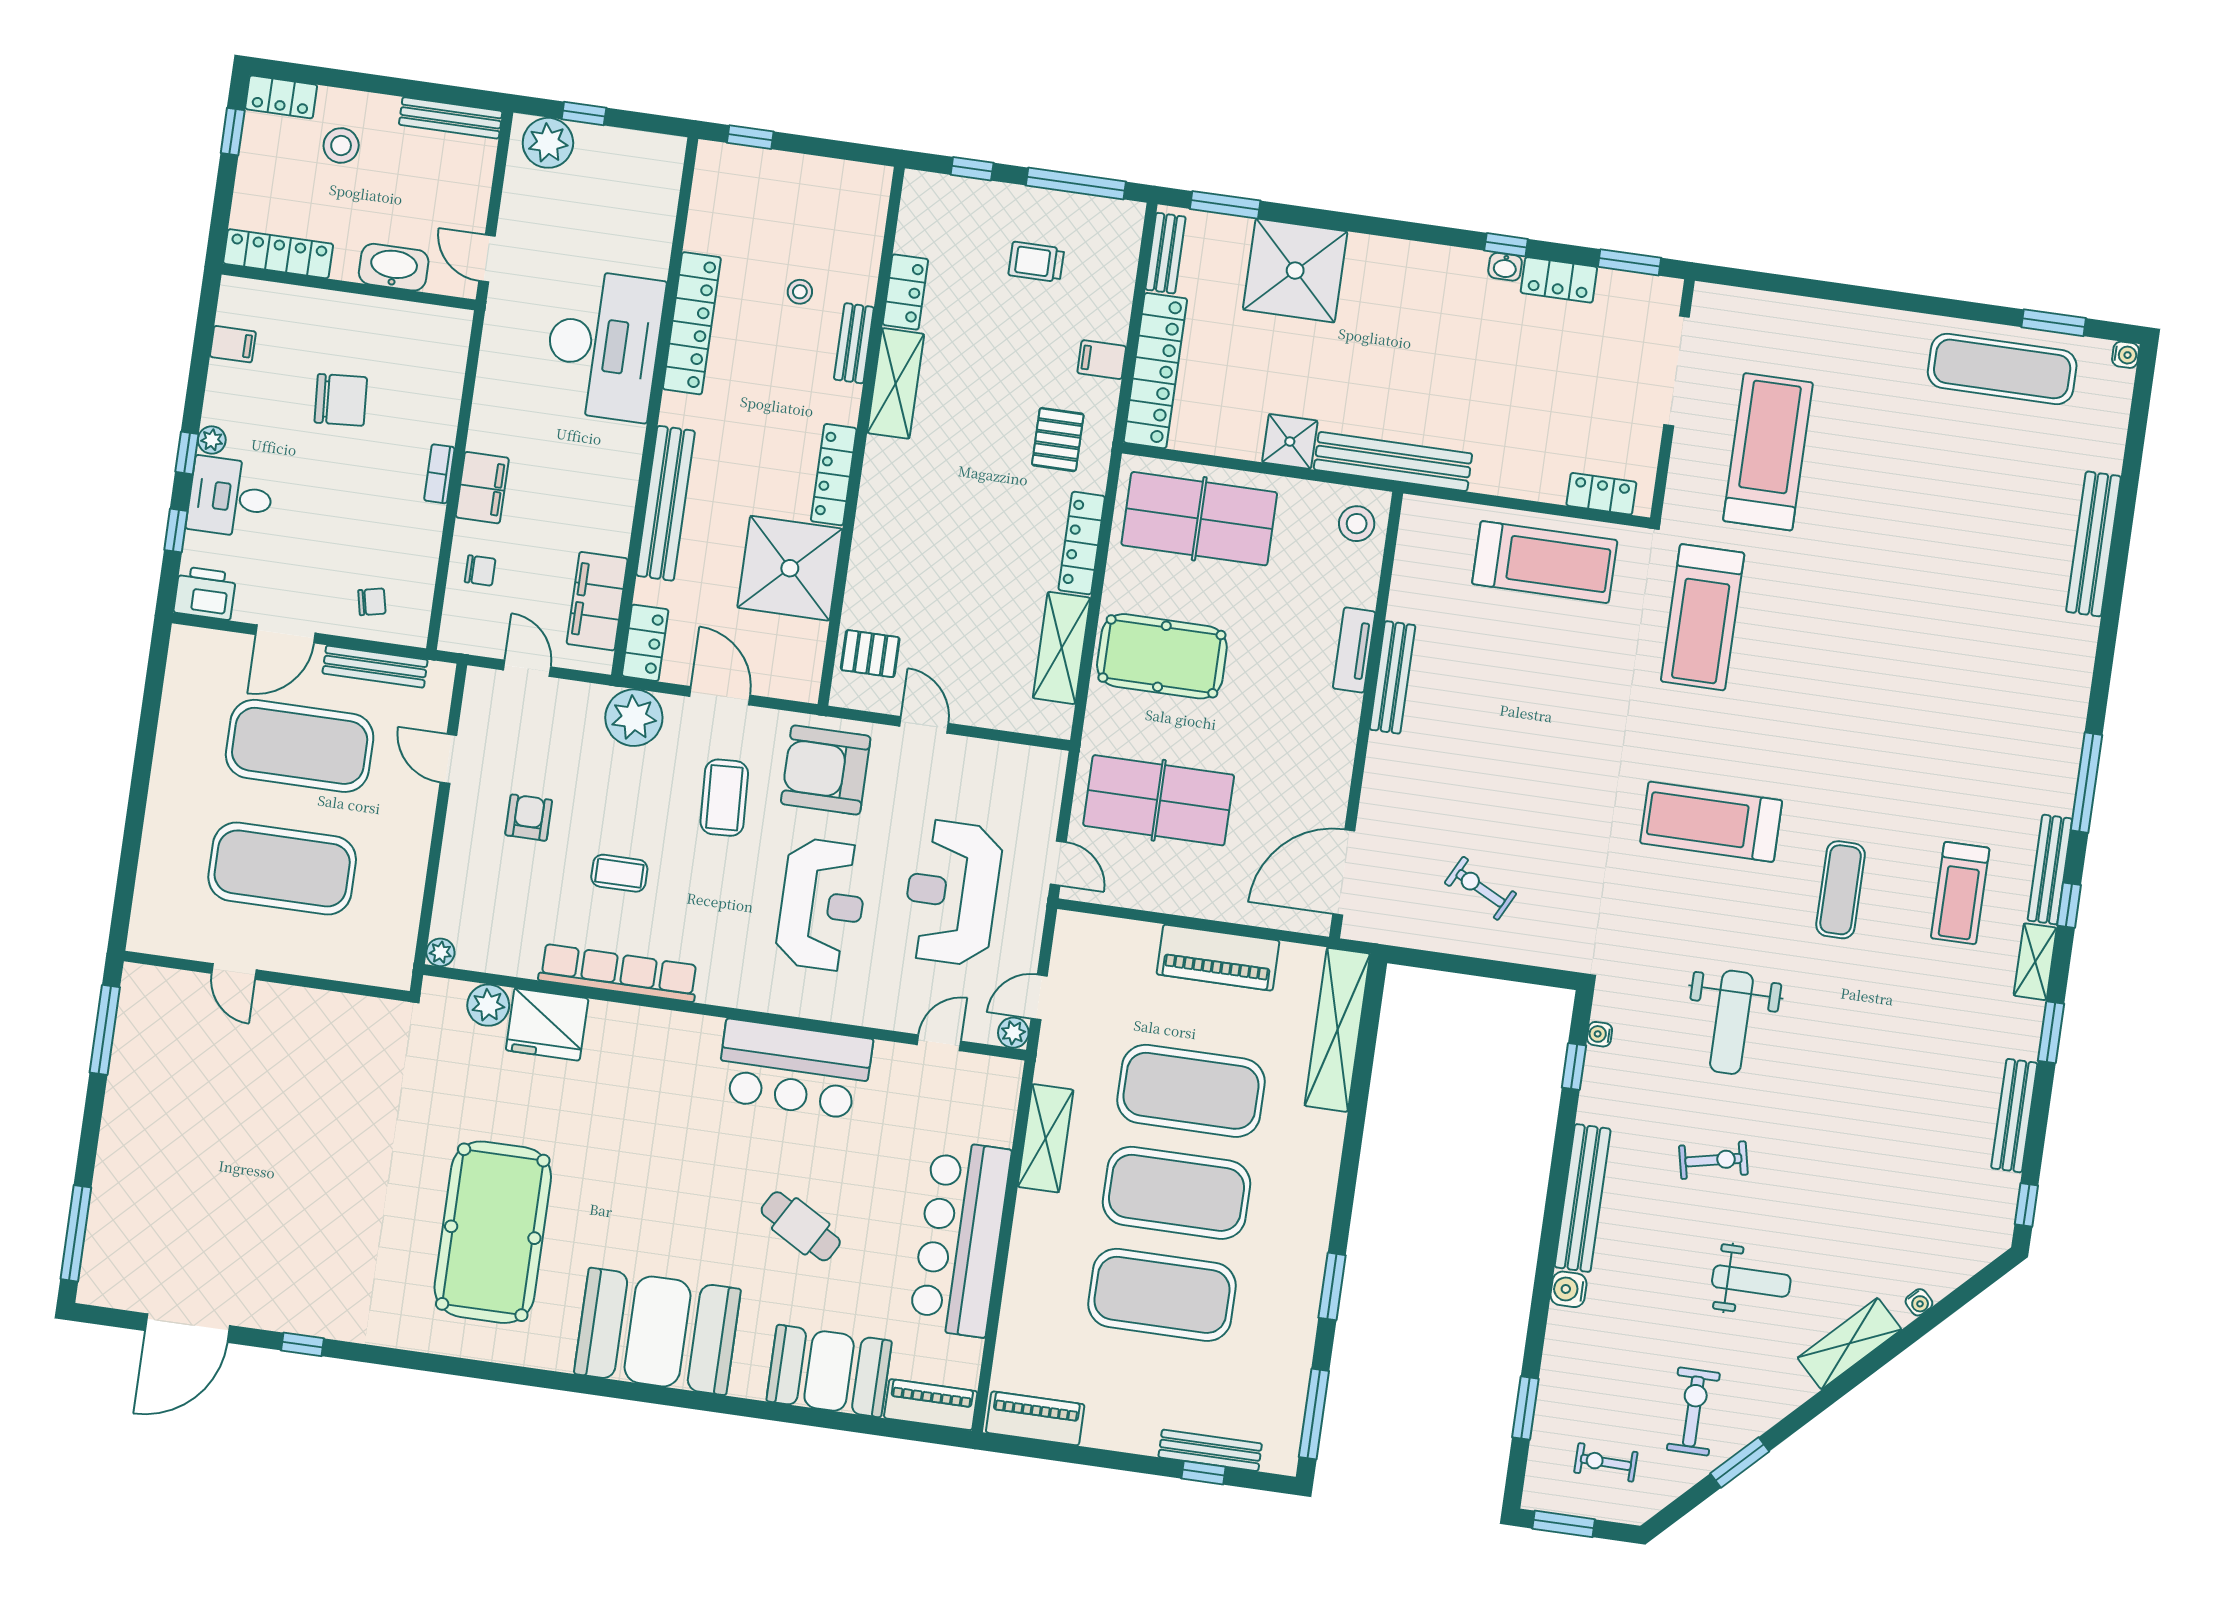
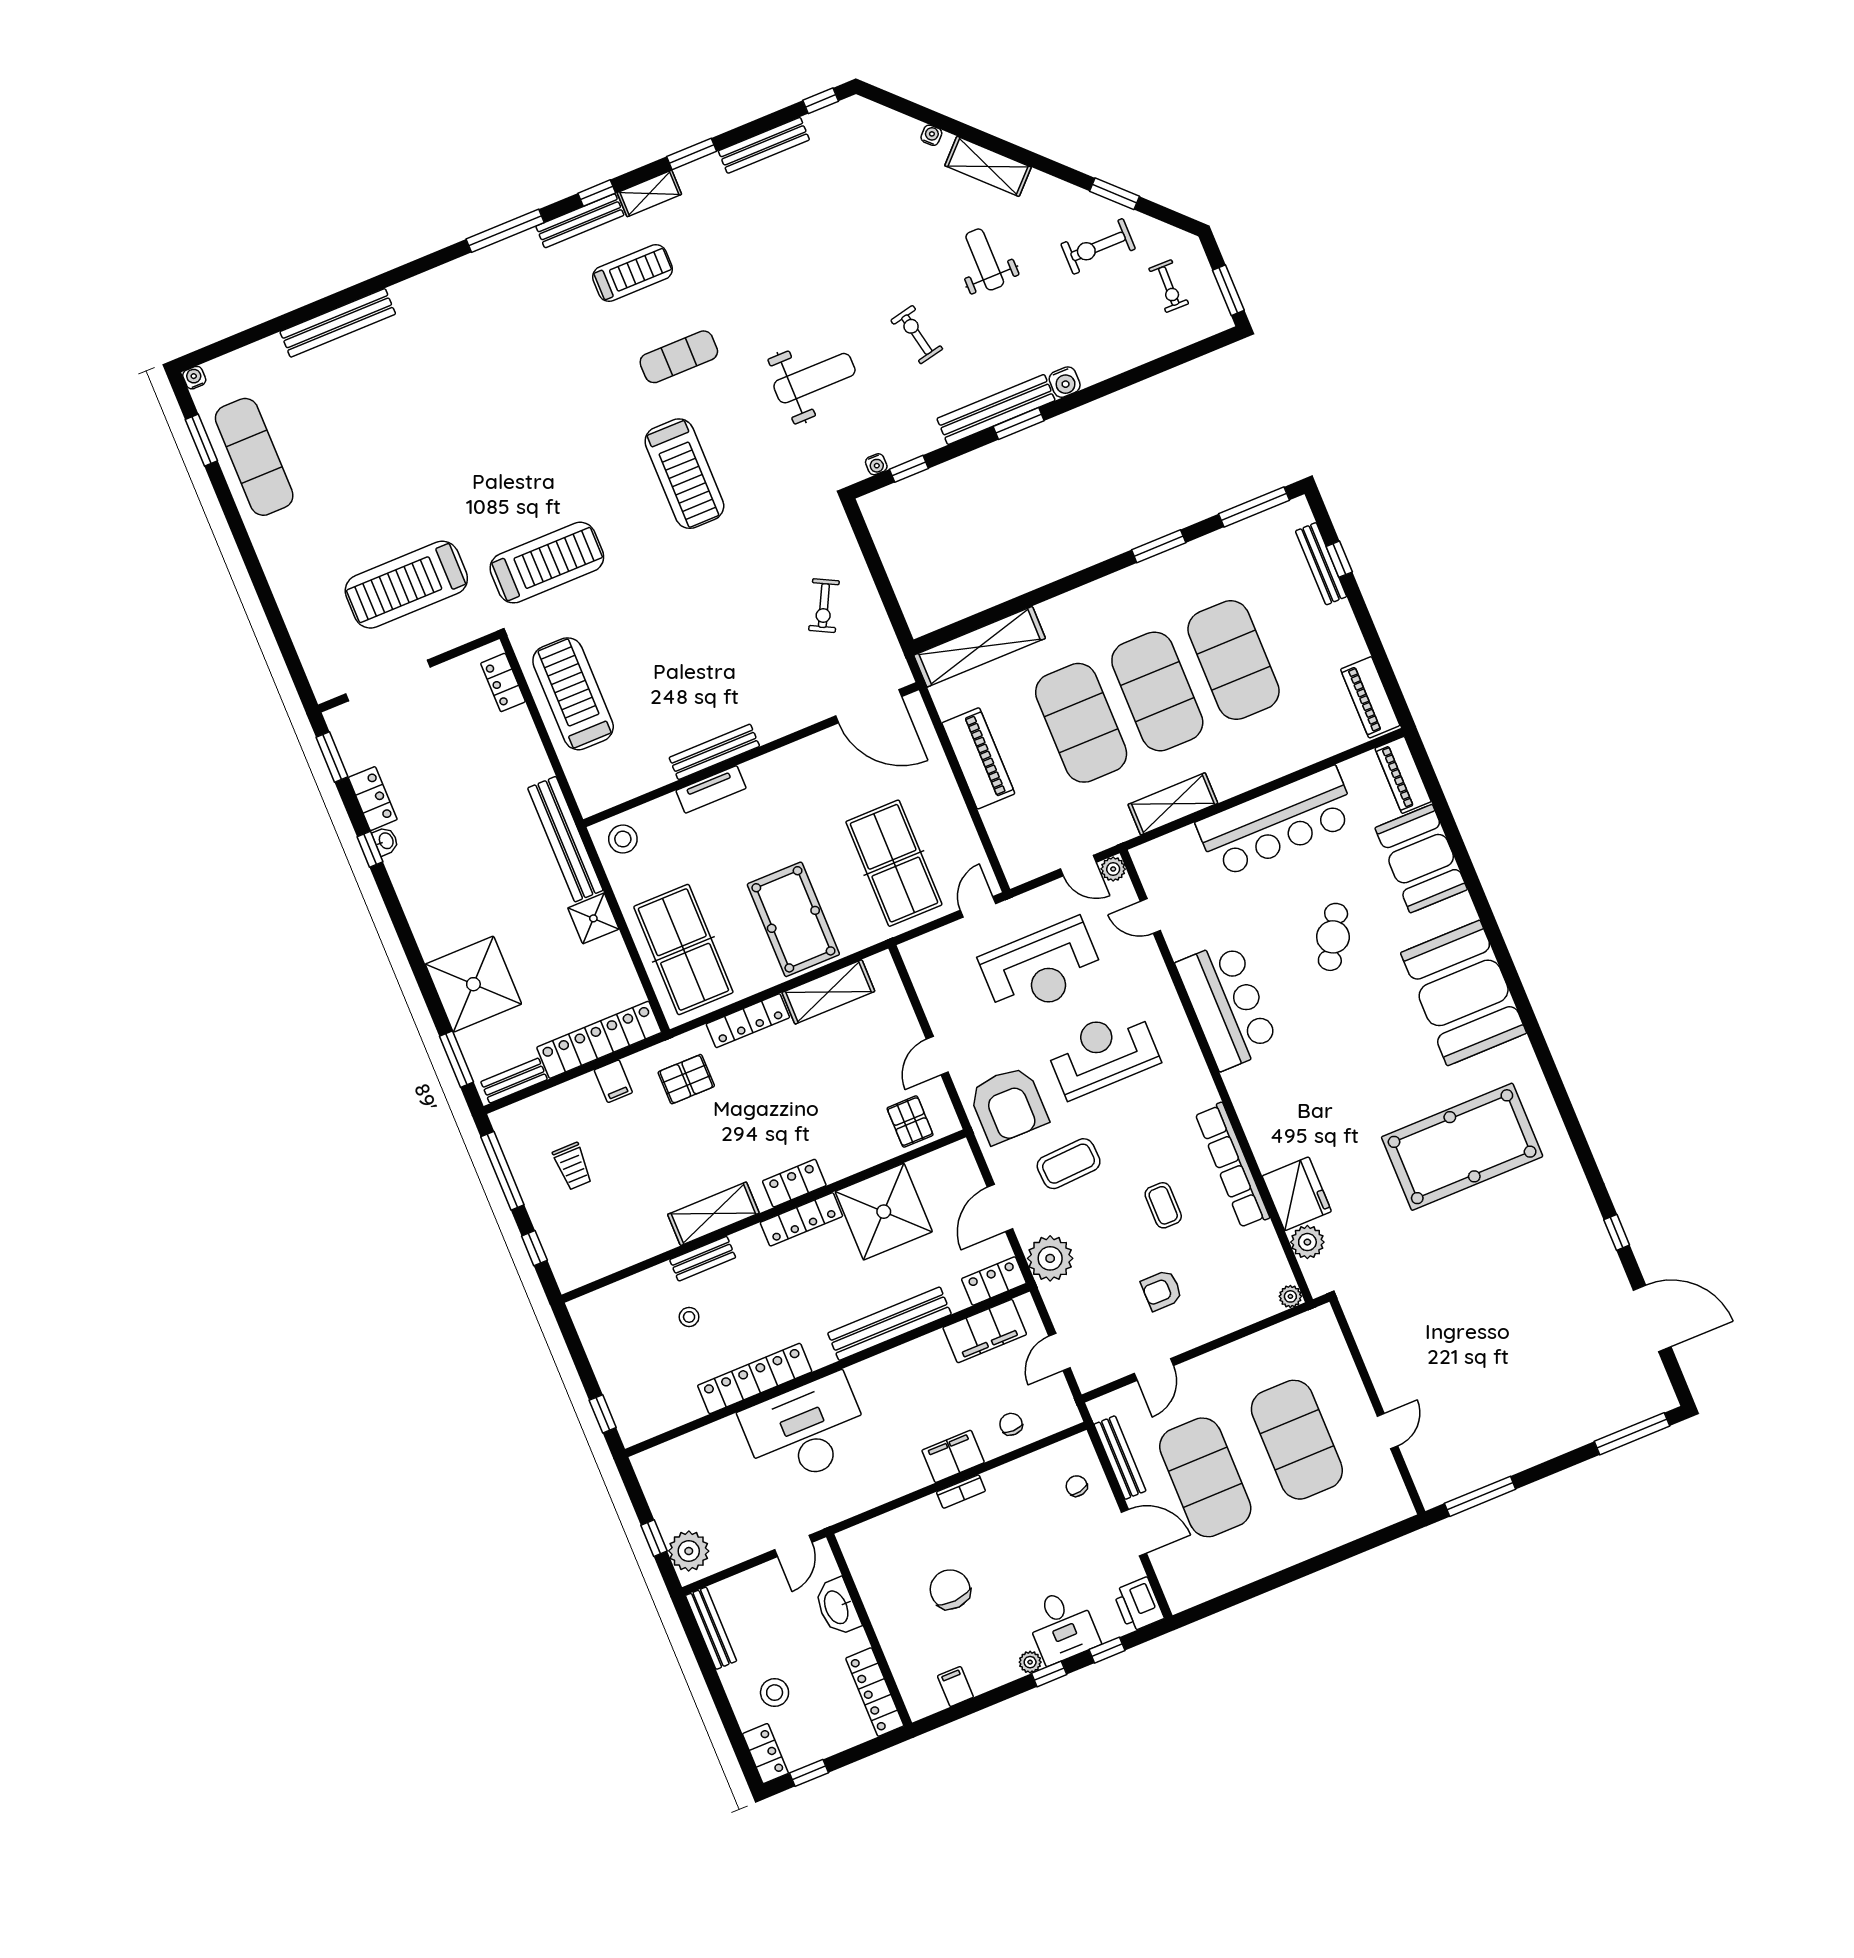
locker: (905, 292) -> (794, 1183), moved
window: (1525, 1408) -> (1019, 424), moved

